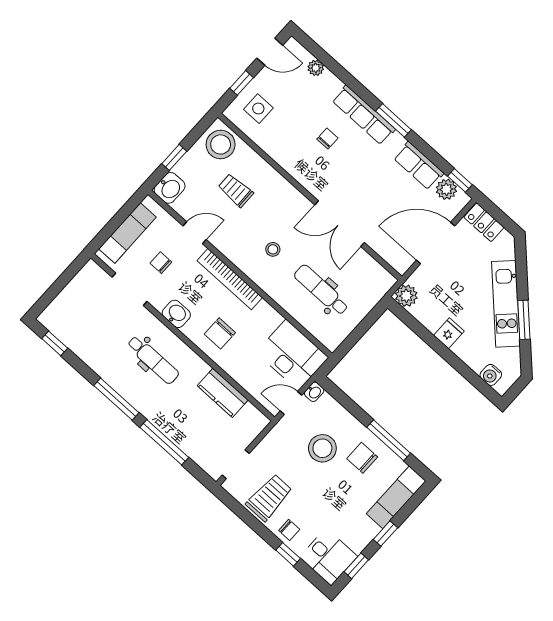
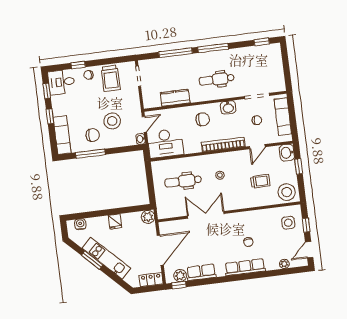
window: (393, 120) -> (231, 278), removed
dental chair: (321, 290) -> (183, 181), turned 180
chair: (220, 333) -> (203, 119), turned 90

